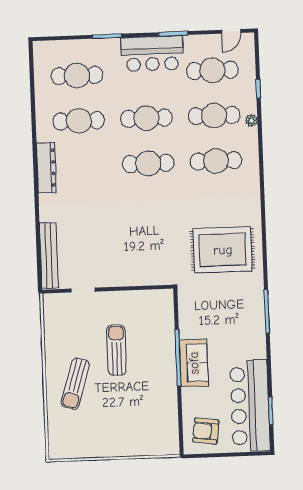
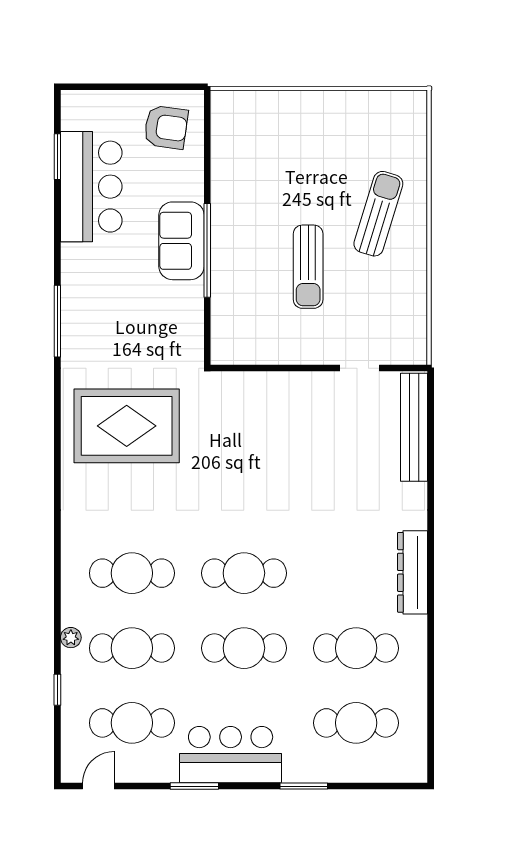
bar counter: (250, 406) -> (91, 187), width x0.73

